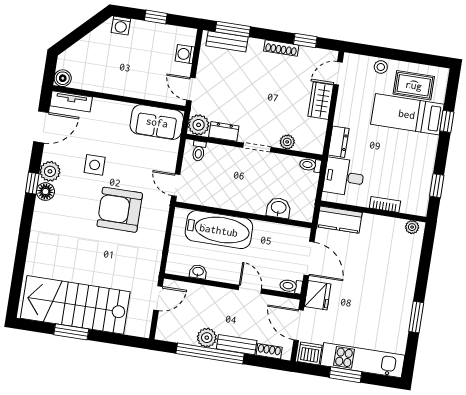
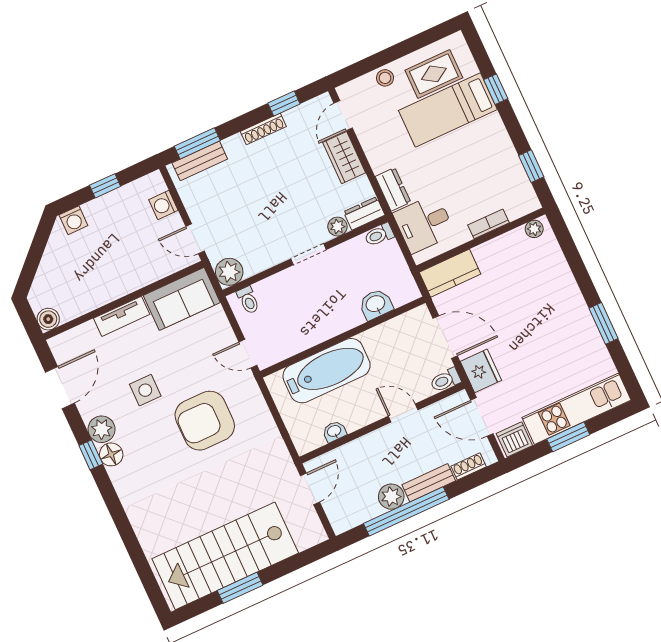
tv unit: (71, 101) -> (122, 316), moved
dresser: (224, 131) -> (364, 213), moved

